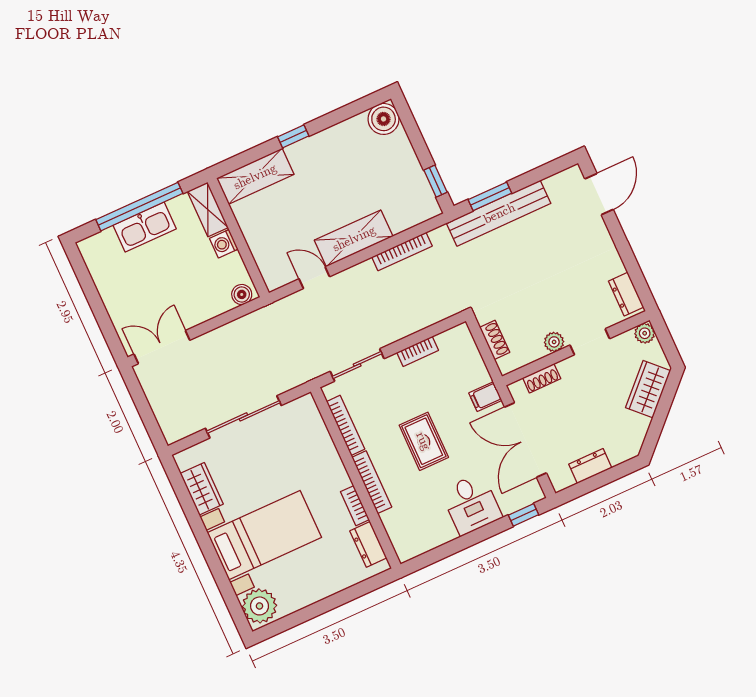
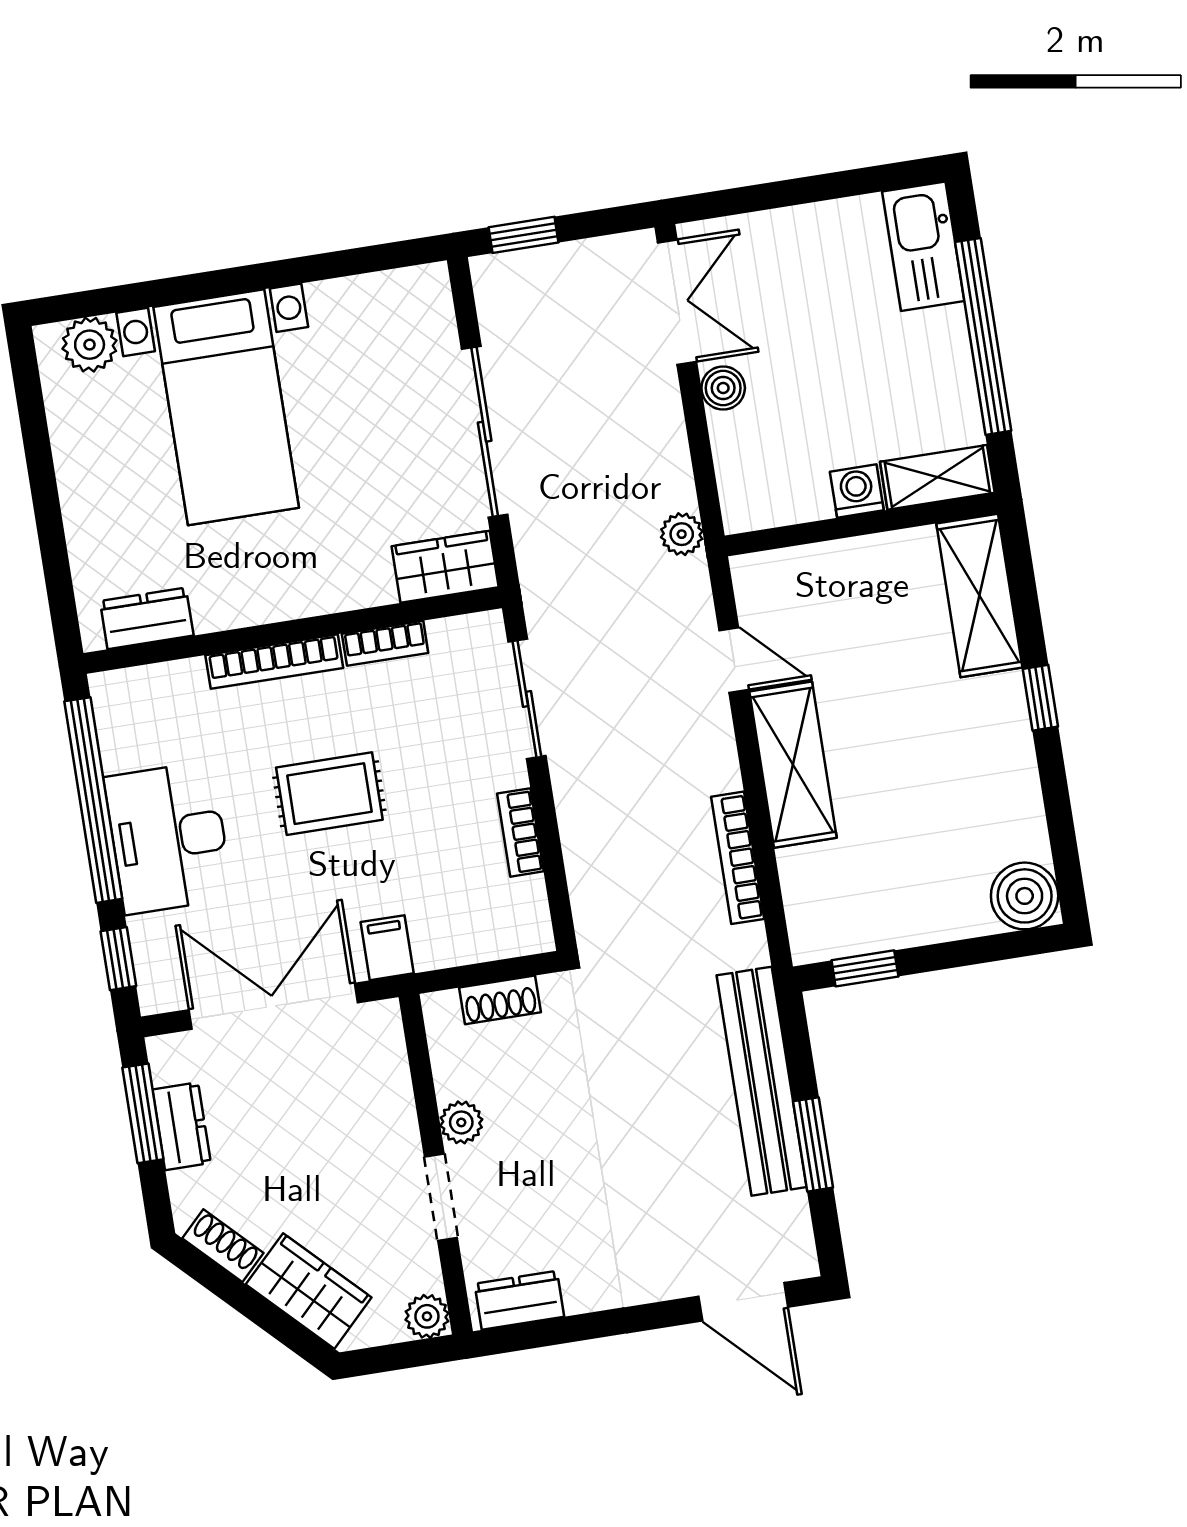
window: (490, 196) -> (813, 1144), moved
kitchen sink: (145, 227) -> (923, 246), moved
door: (314, 278) -> (734, 660), hinge flipped
boiler: (242, 294) -> (723, 388), moved
plant: (265, 316) -> (682, 534), added
shoe rack: (542, 378) -> (223, 1246), moved, turned 135
window: (151, 424) -> (524, 235), added
bookcase: (346, 425) -> (385, 643), width x0.64
window: (589, 485) -> (143, 1113), added
wardrobe: (202, 489) -> (445, 567), moved, turned 180
desk: (471, 504) -> (168, 838), width x1.37
bookcase: (355, 506) -> (235, 613), removed
window: (456, 546) -> (93, 800), added
plant: (259, 606) -> (90, 345), width x0.73, depth x0.73

